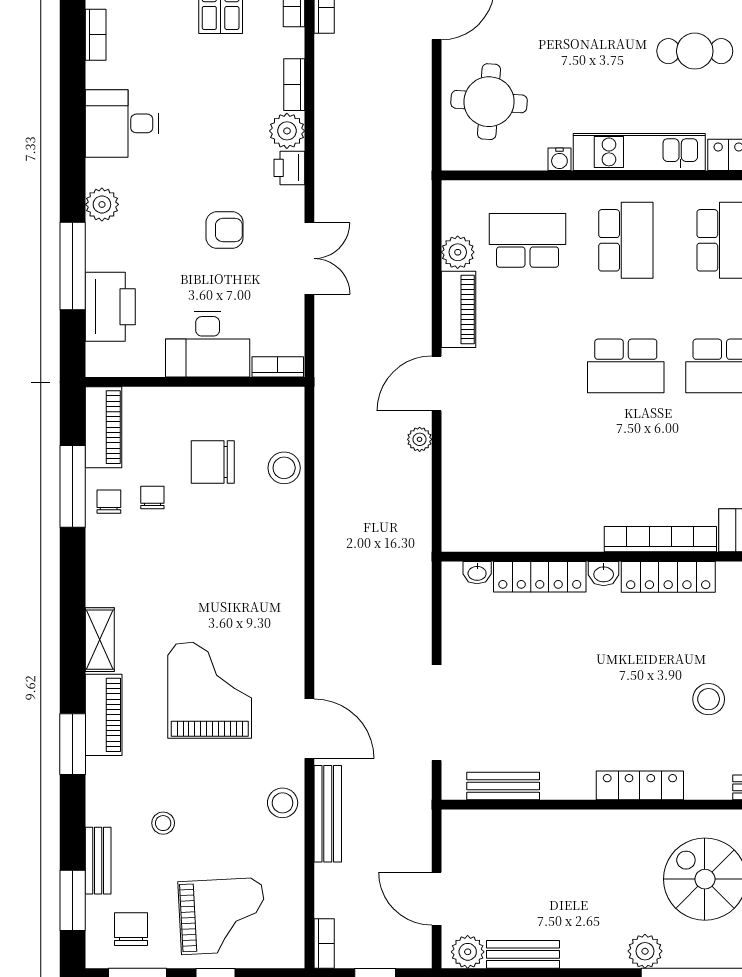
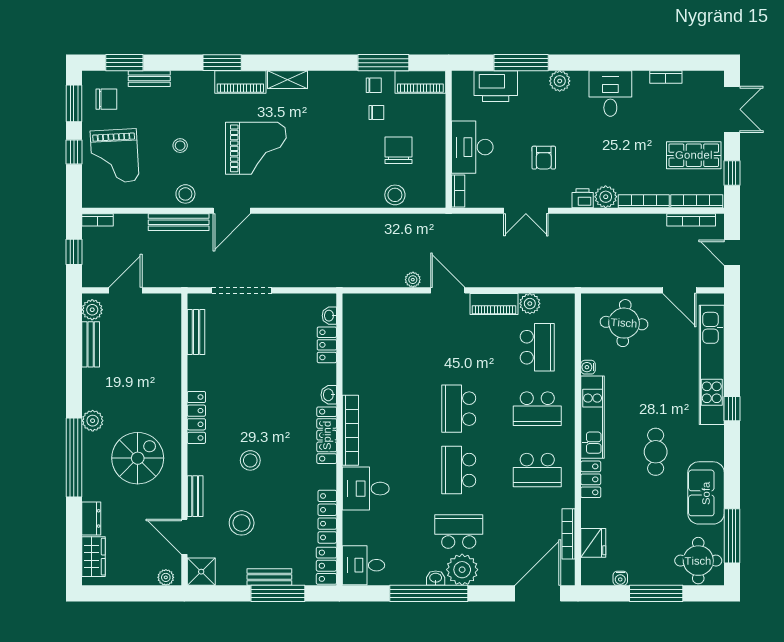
bookcase: (294, 85) -> (644, 201), width x1.56
locker: (540, 577) -> (327, 345), width x0.66
stool: (163, 823) -> (180, 146), moved

